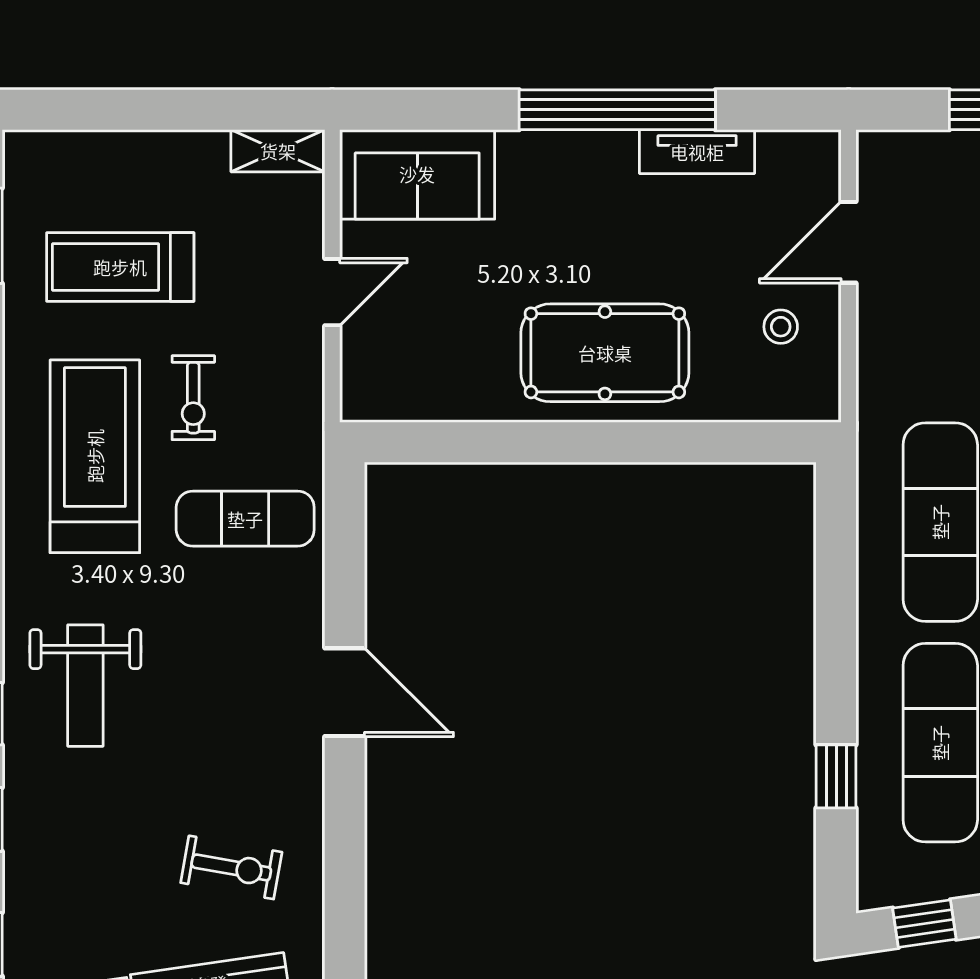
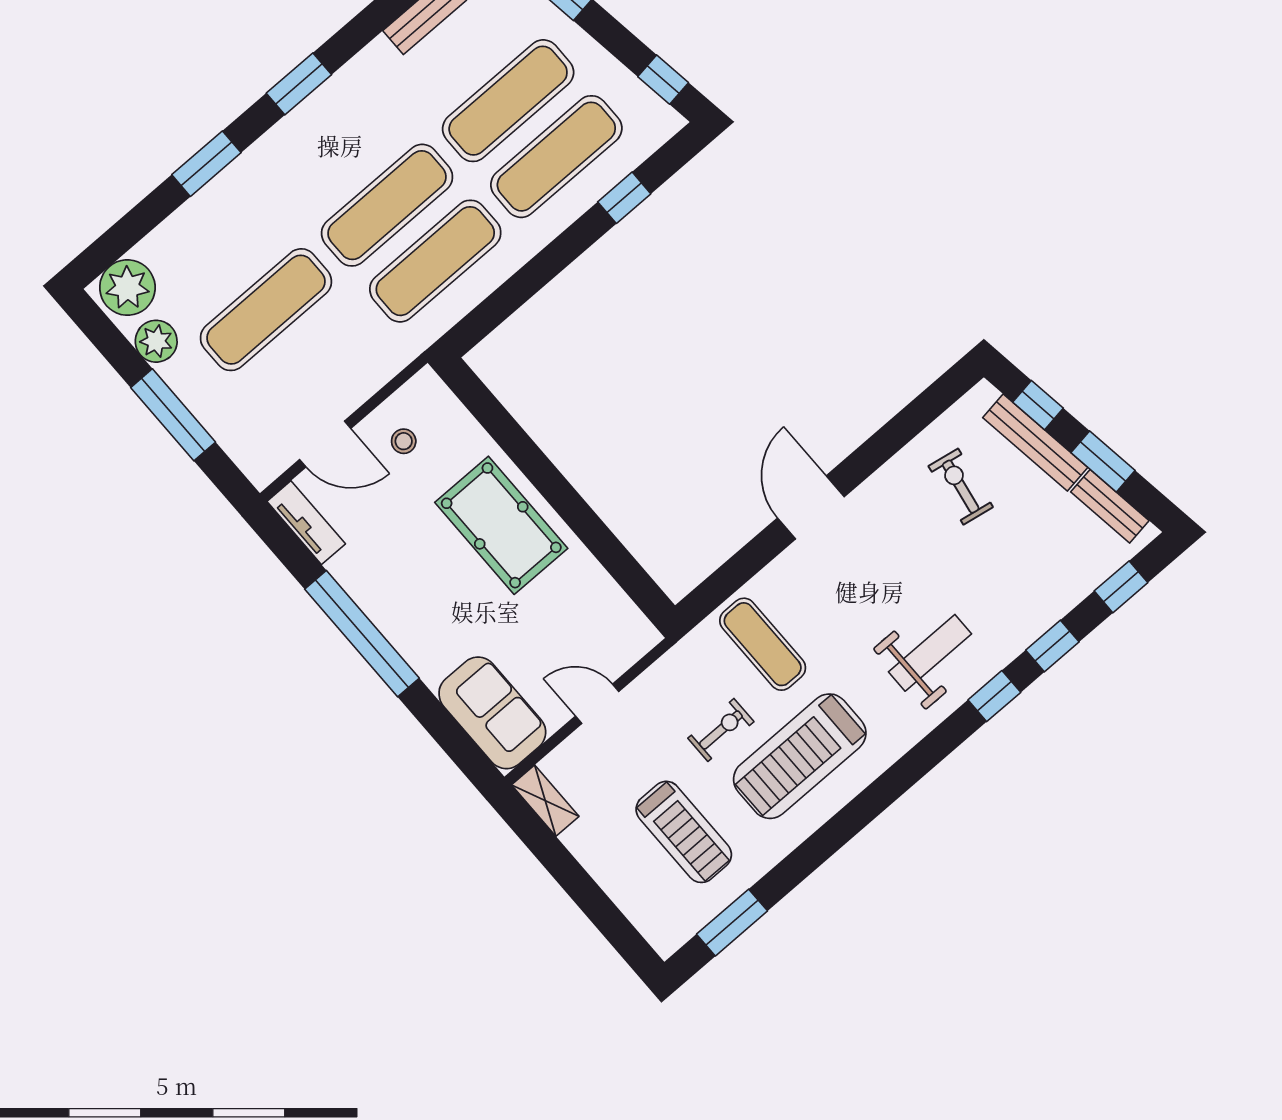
tv unit: (697, 152) -> (306, 523), moved

